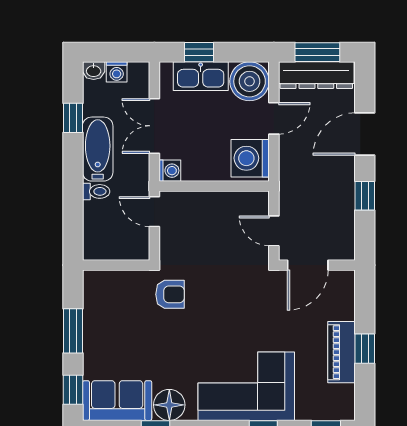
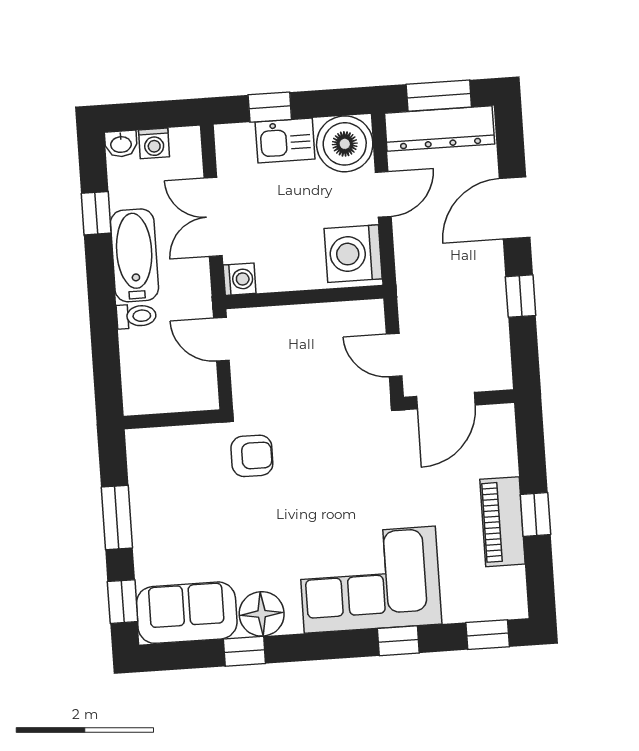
kitchen sink: (201, 76) -> (285, 141), width x0.73

